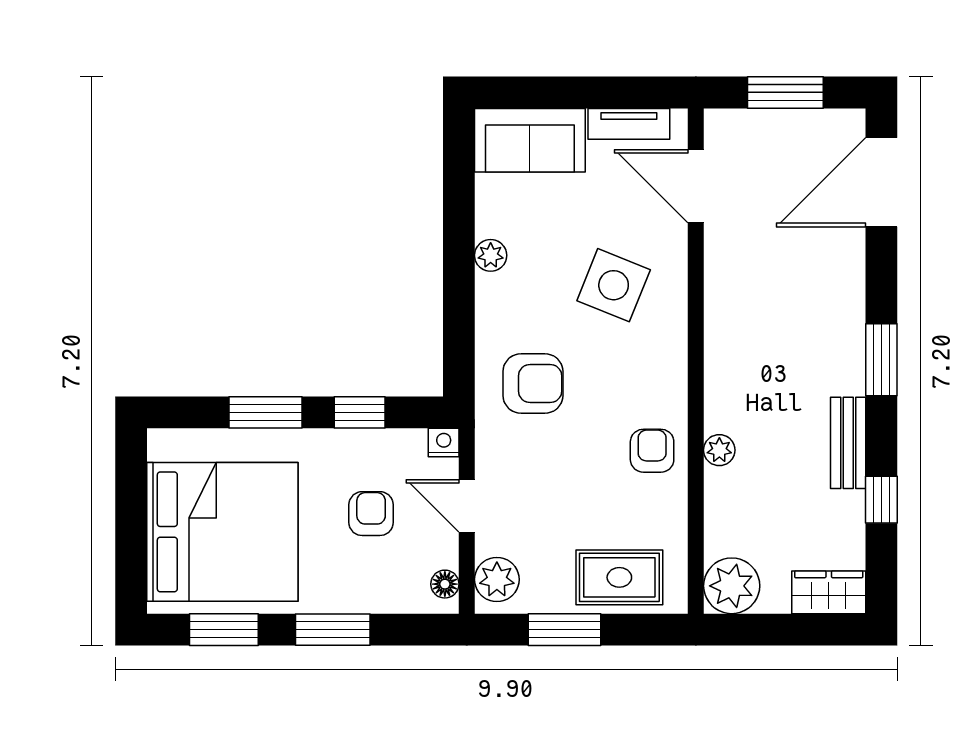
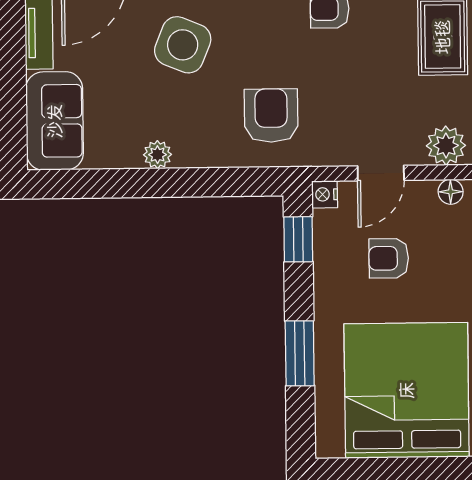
window: (360, 412) -> (298, 239), moved

